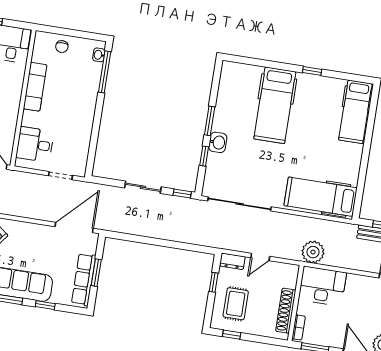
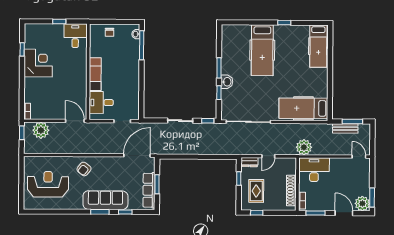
exam couch: (35, 87) -> (95, 74), moved

